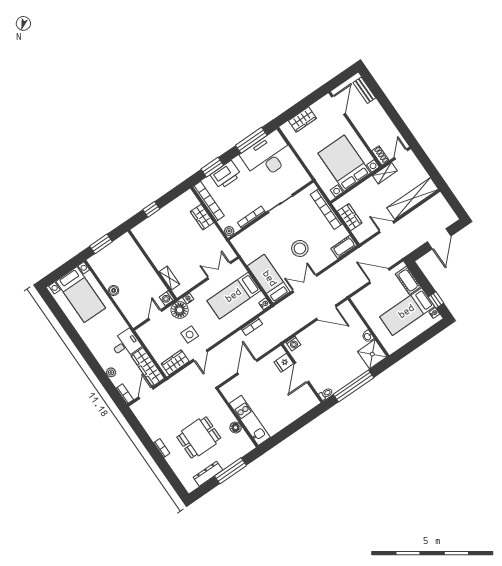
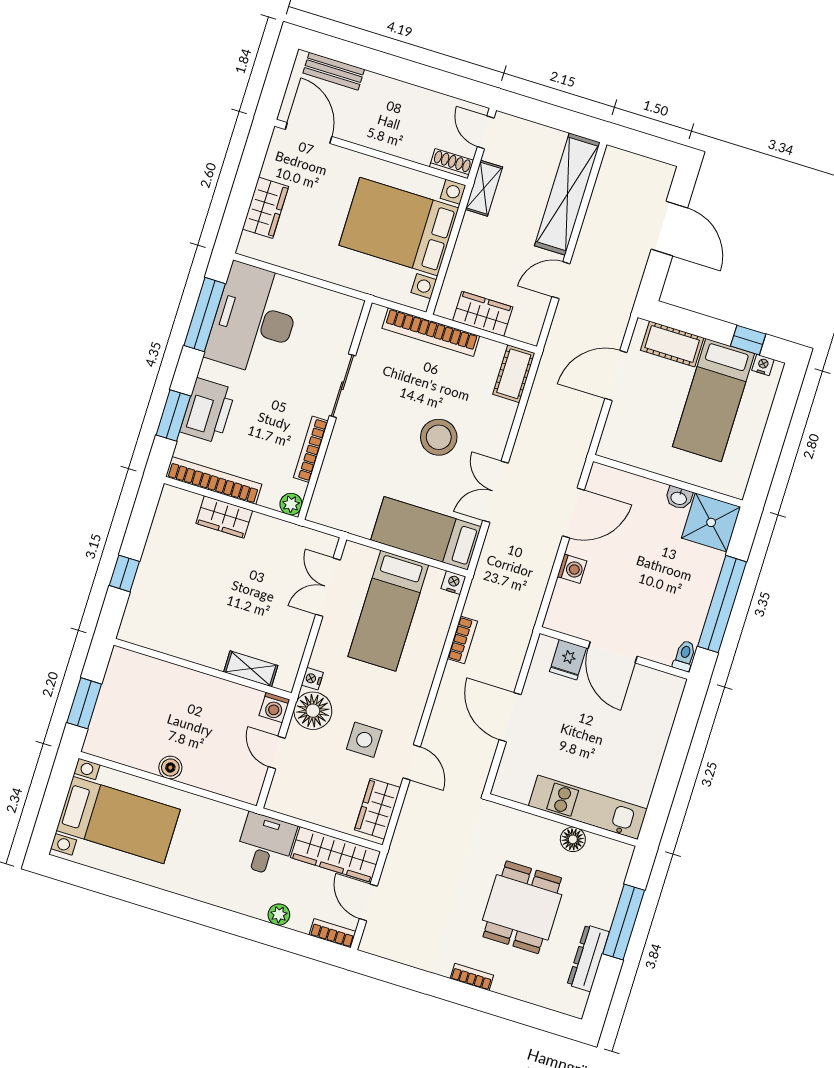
washing machine: (293, 344) -> (572, 569), moved

